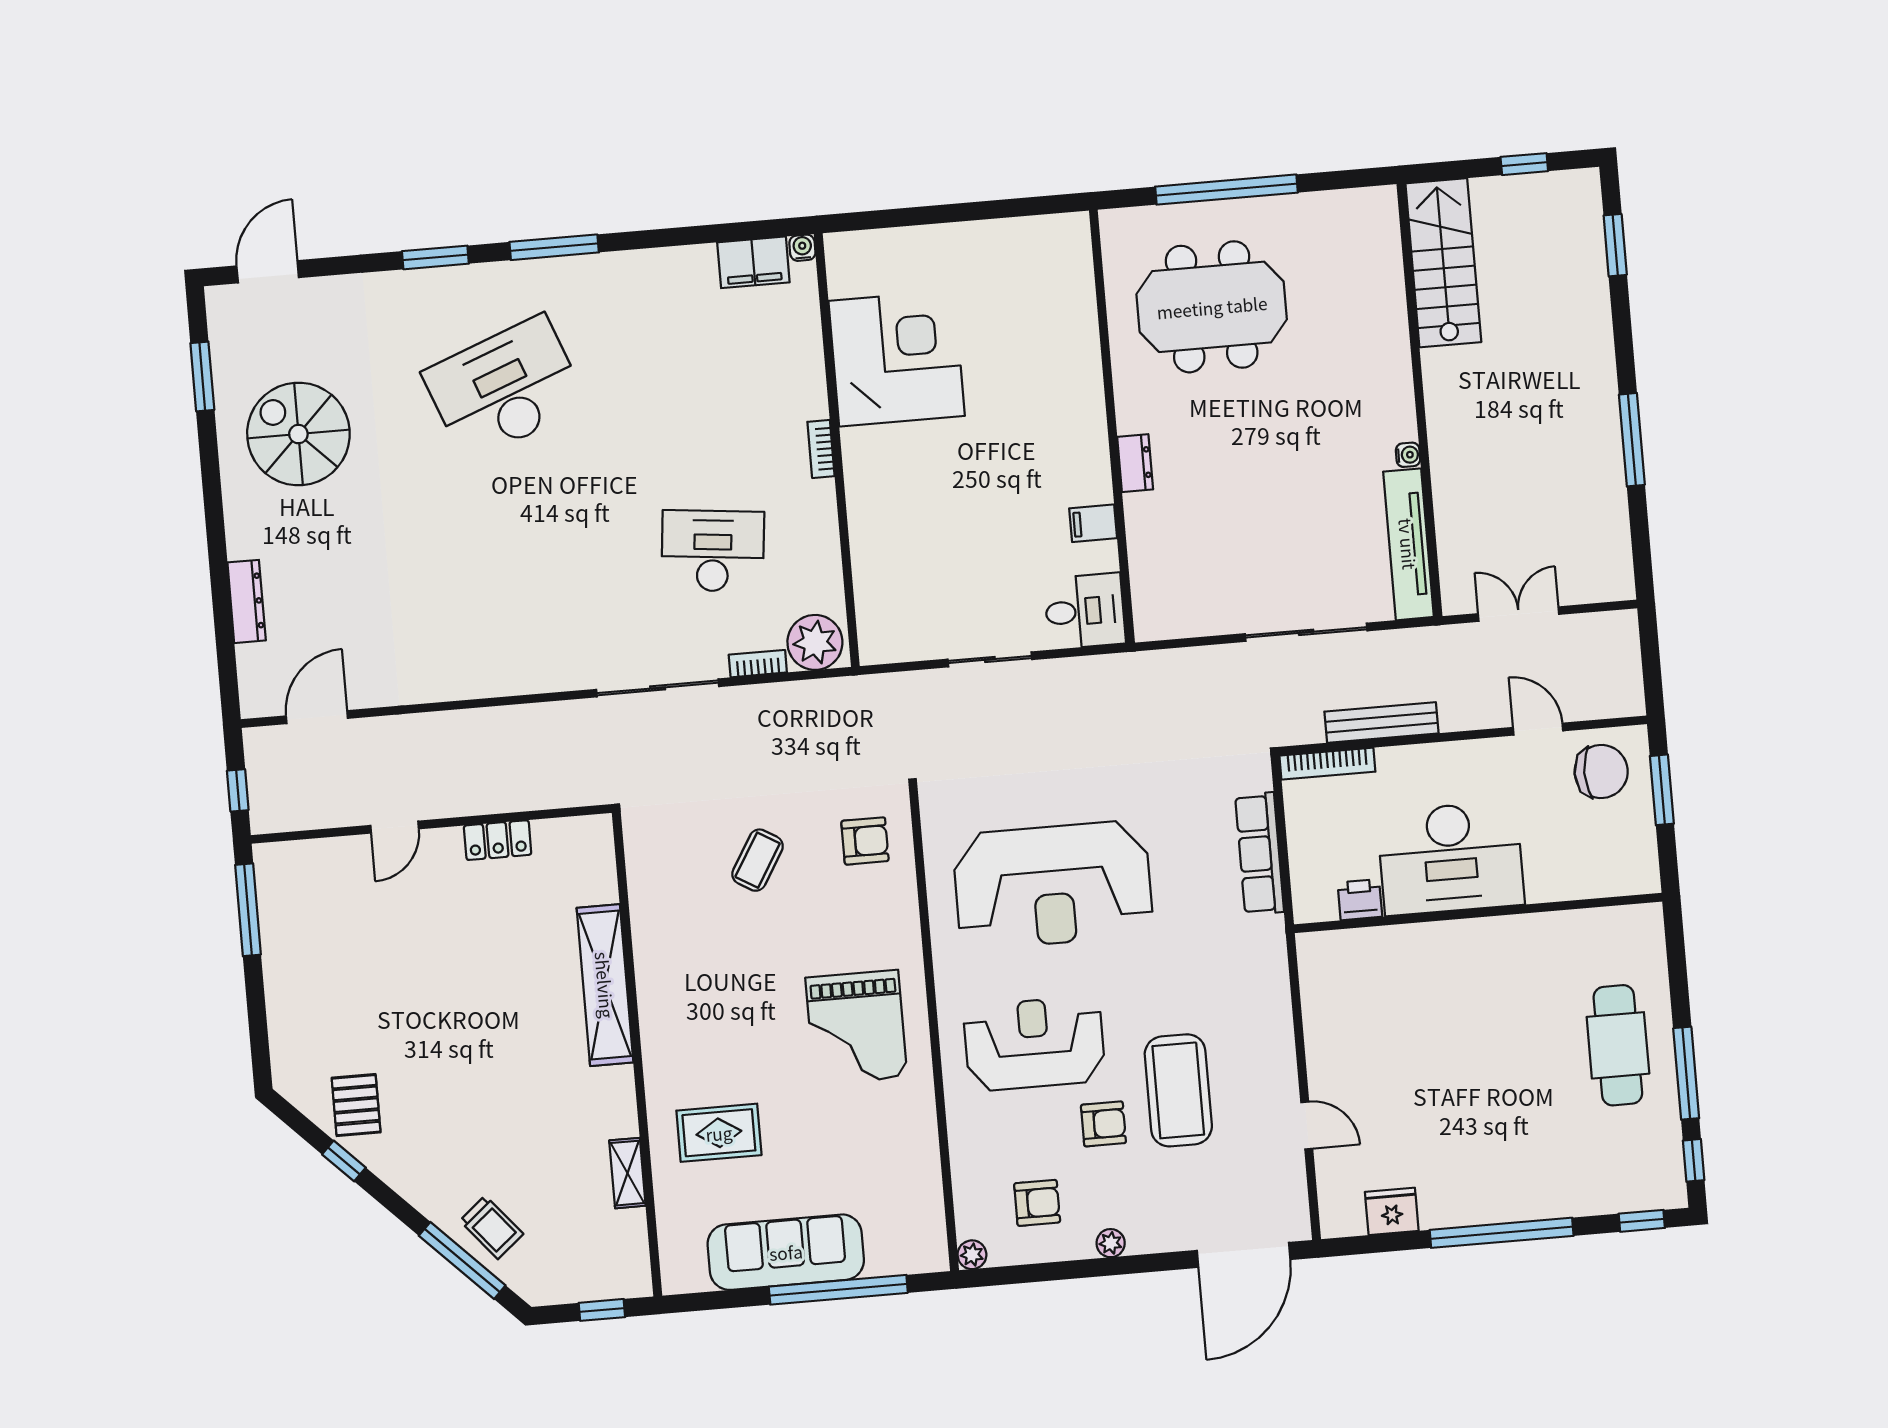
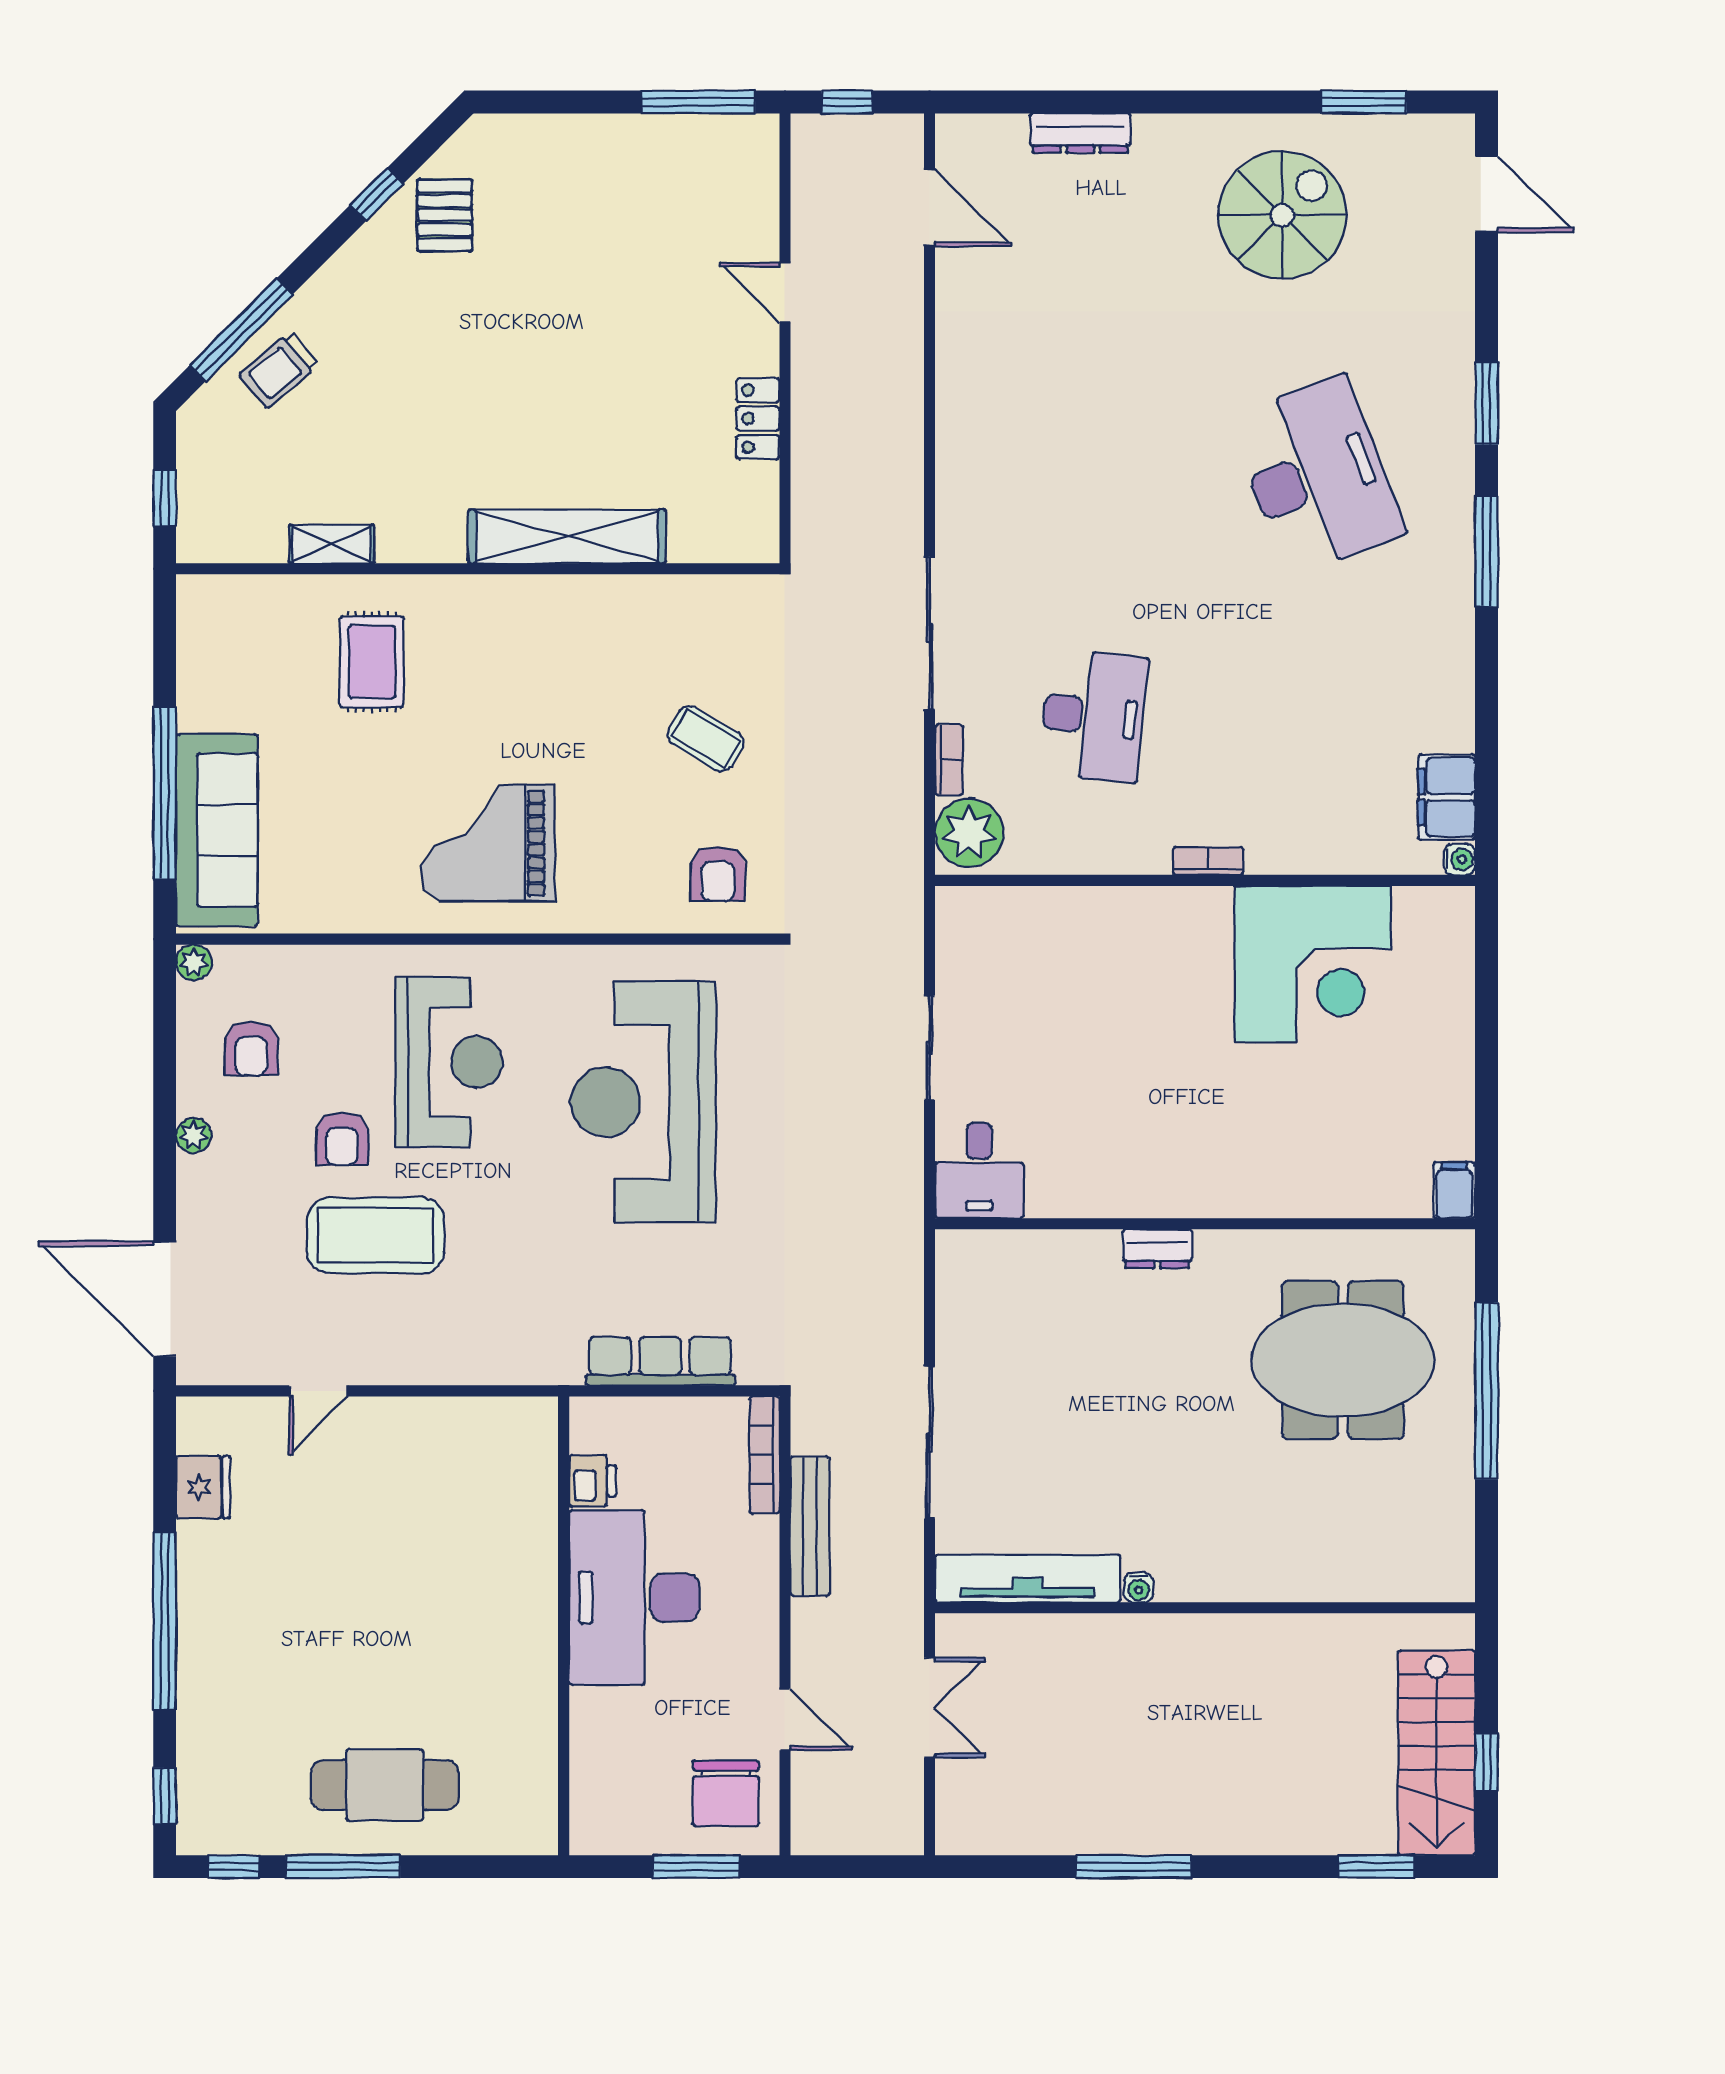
stairs: (1443, 263) -> (1437, 1753), moved, turned 90
meeting table: (1212, 307) -> (1343, 1360), turned 90
filing cabinet: (1093, 523) -> (1454, 1190), moved
door: (1538, 729) -> (785, 1719), hinge flipped
pallet: (356, 1105) -> (445, 215), turned 90
sofa: (786, 1252) -> (217, 830), moved

